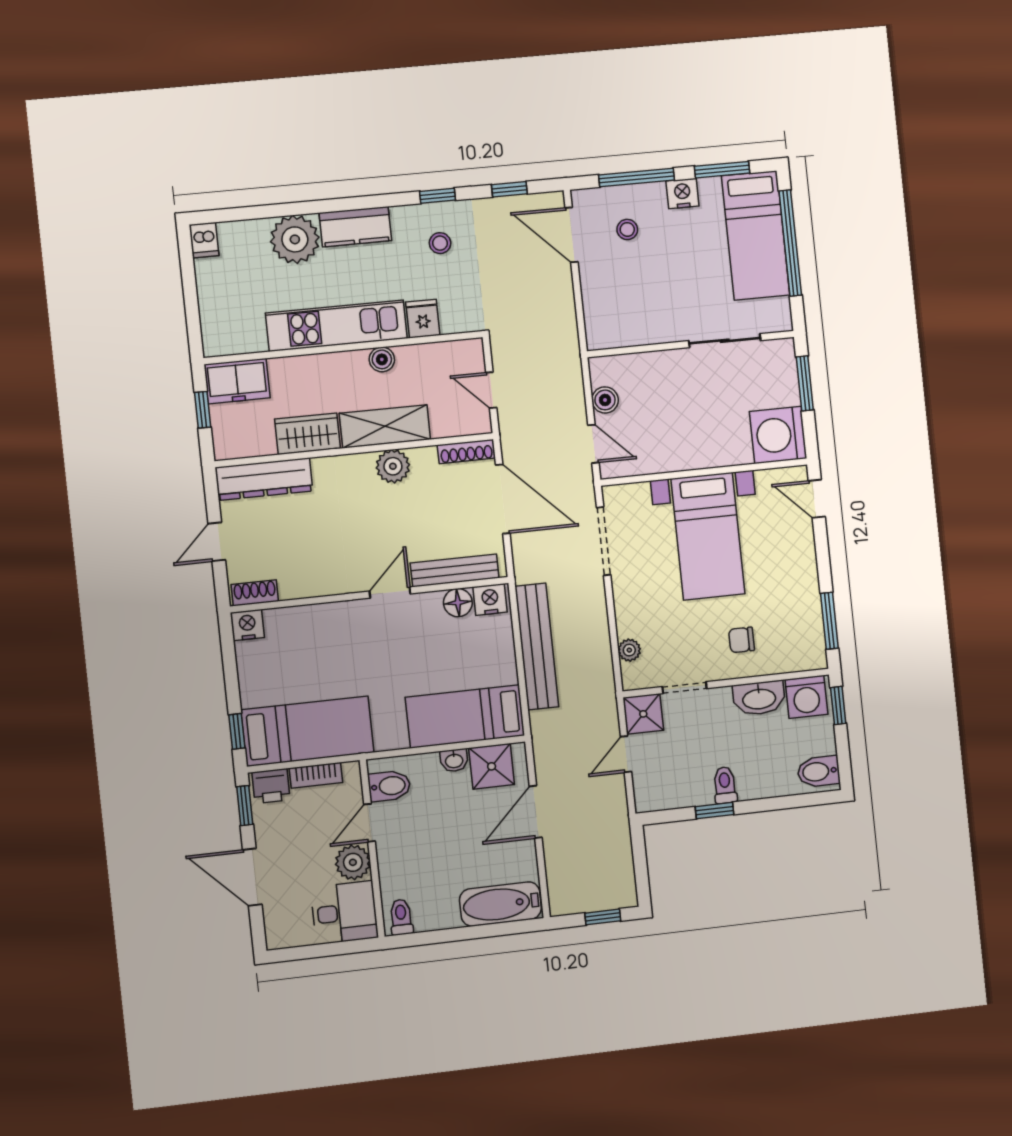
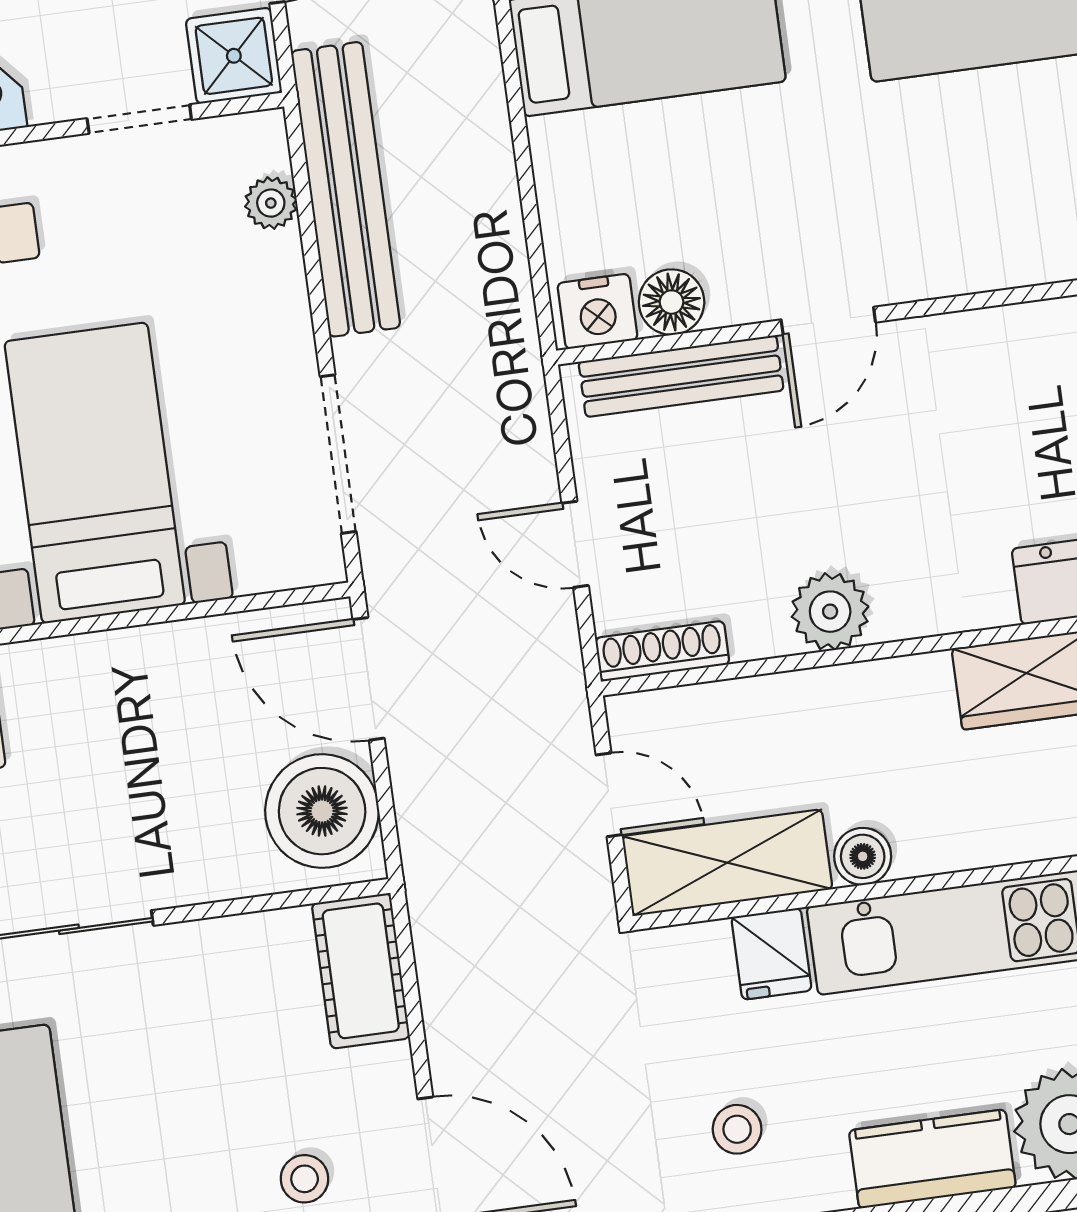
cot: (600, 318) -> (361, 971), added
boiler: (605, 400) -> (322, 811), width x1.86, depth x1.86
shelving: (385, 426) -> (727, 863), moved
door: (593, 444) -> (369, 679), width x1.38
door: (503, 499) -> (575, 544), width x0.53
bench: (537, 647) -> (346, 189), moved

